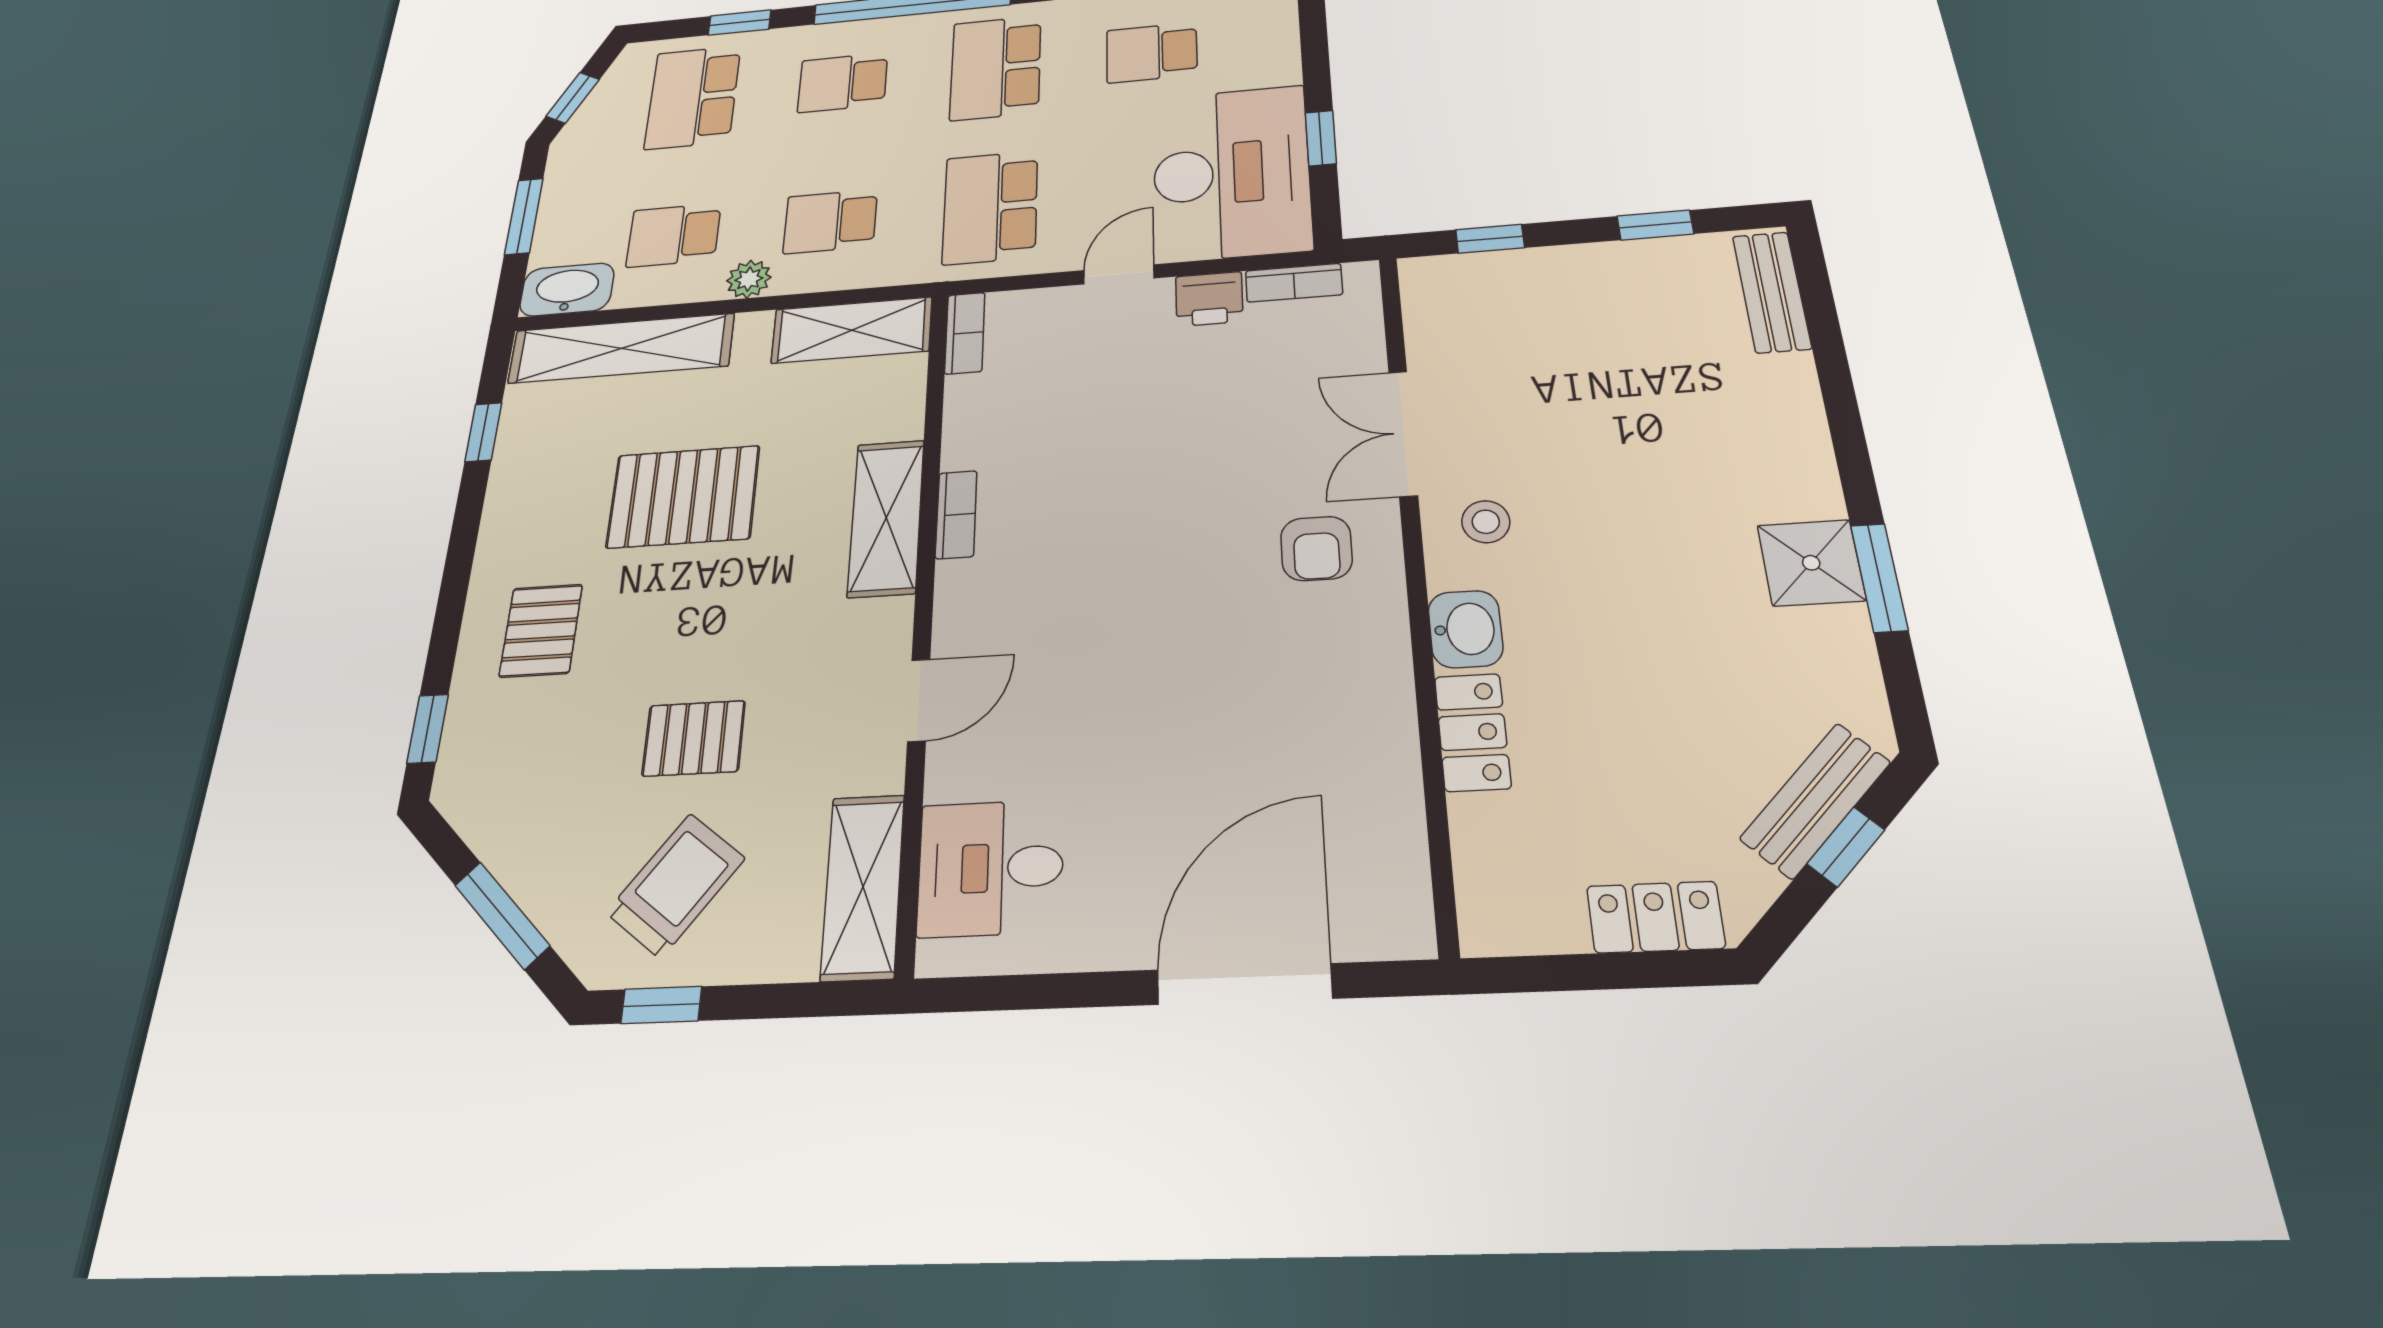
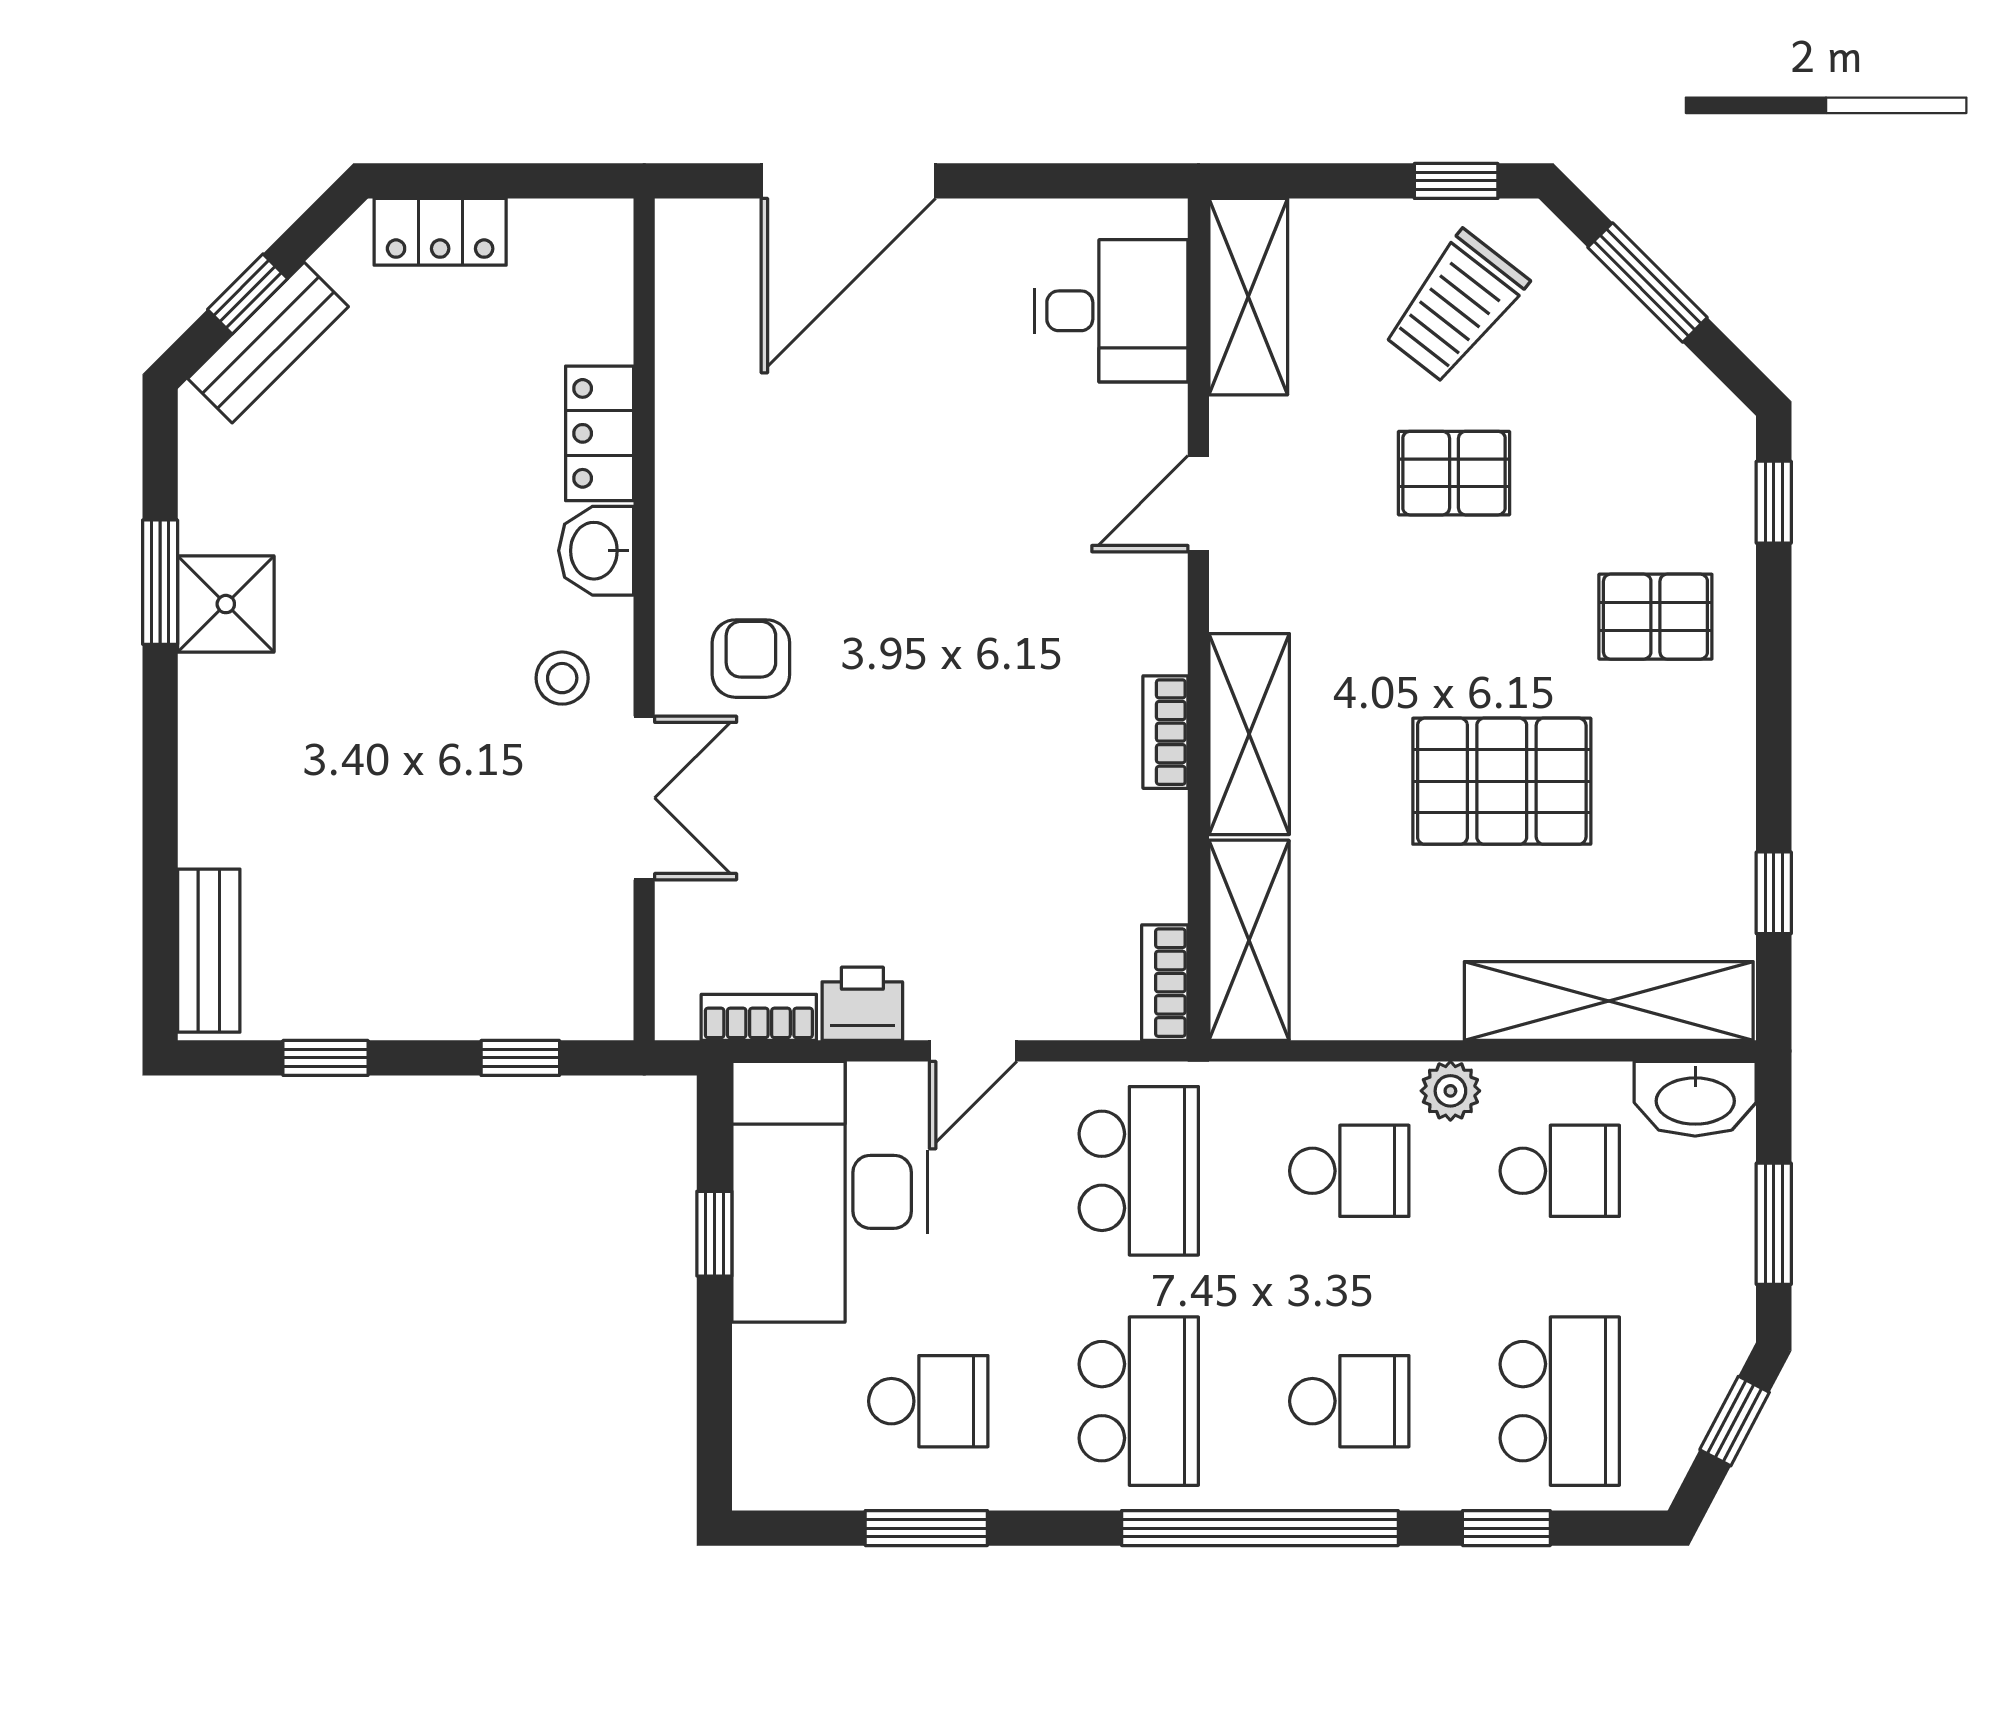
shelving: (852, 330) -> (1249, 940), moved, turned 90
pallet: (541, 630) -> (1655, 617), turned 90

